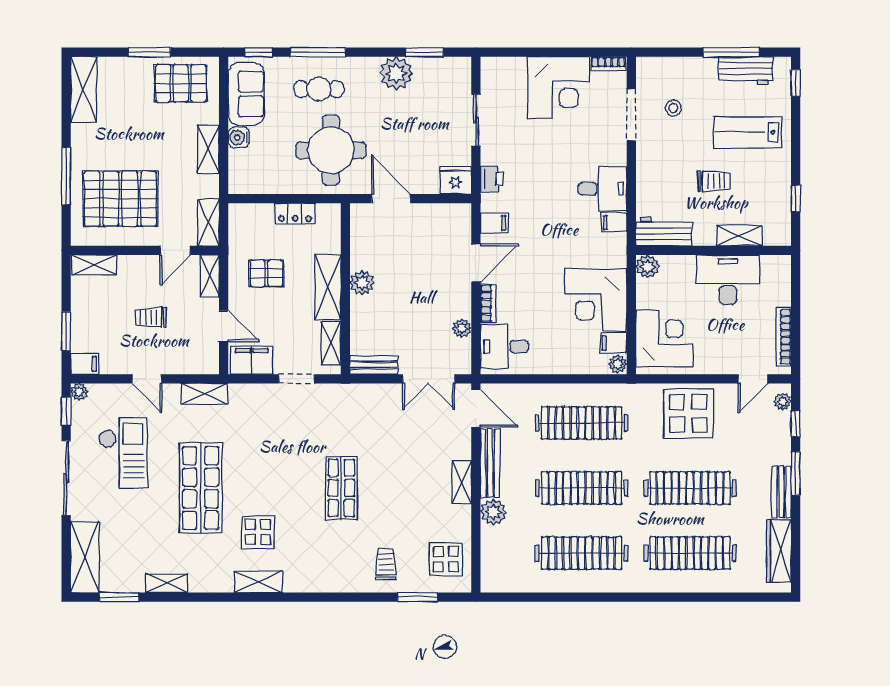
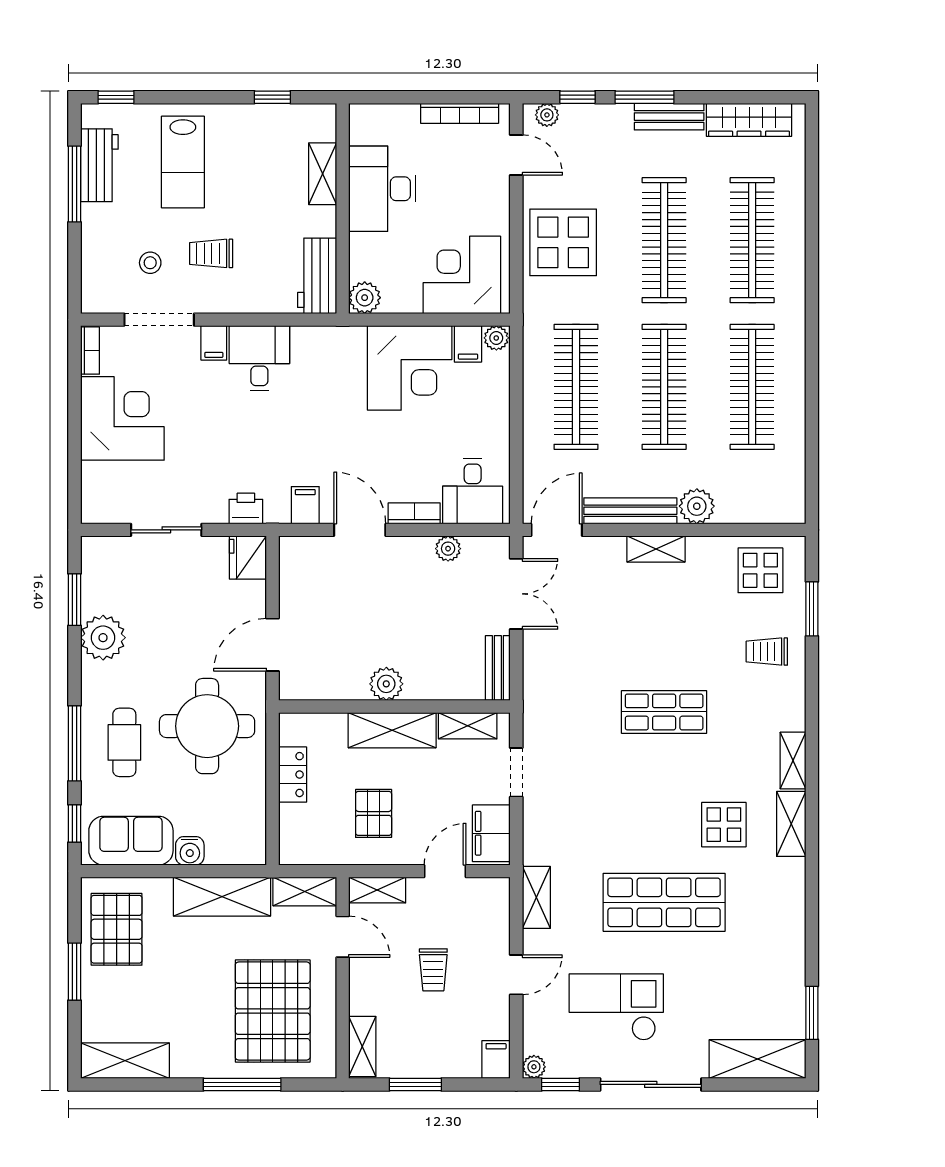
shelving: (208, 149) -> (222, 897), width x1.50, depth x1.33
trolley: (714, 181) -> (211, 253), moved, turned -90
filing cabinet: (614, 223) -> (214, 343), moved
window: (66, 331) -> (415, 1084), moved
shelving: (166, 583) -> (793, 761), moved

